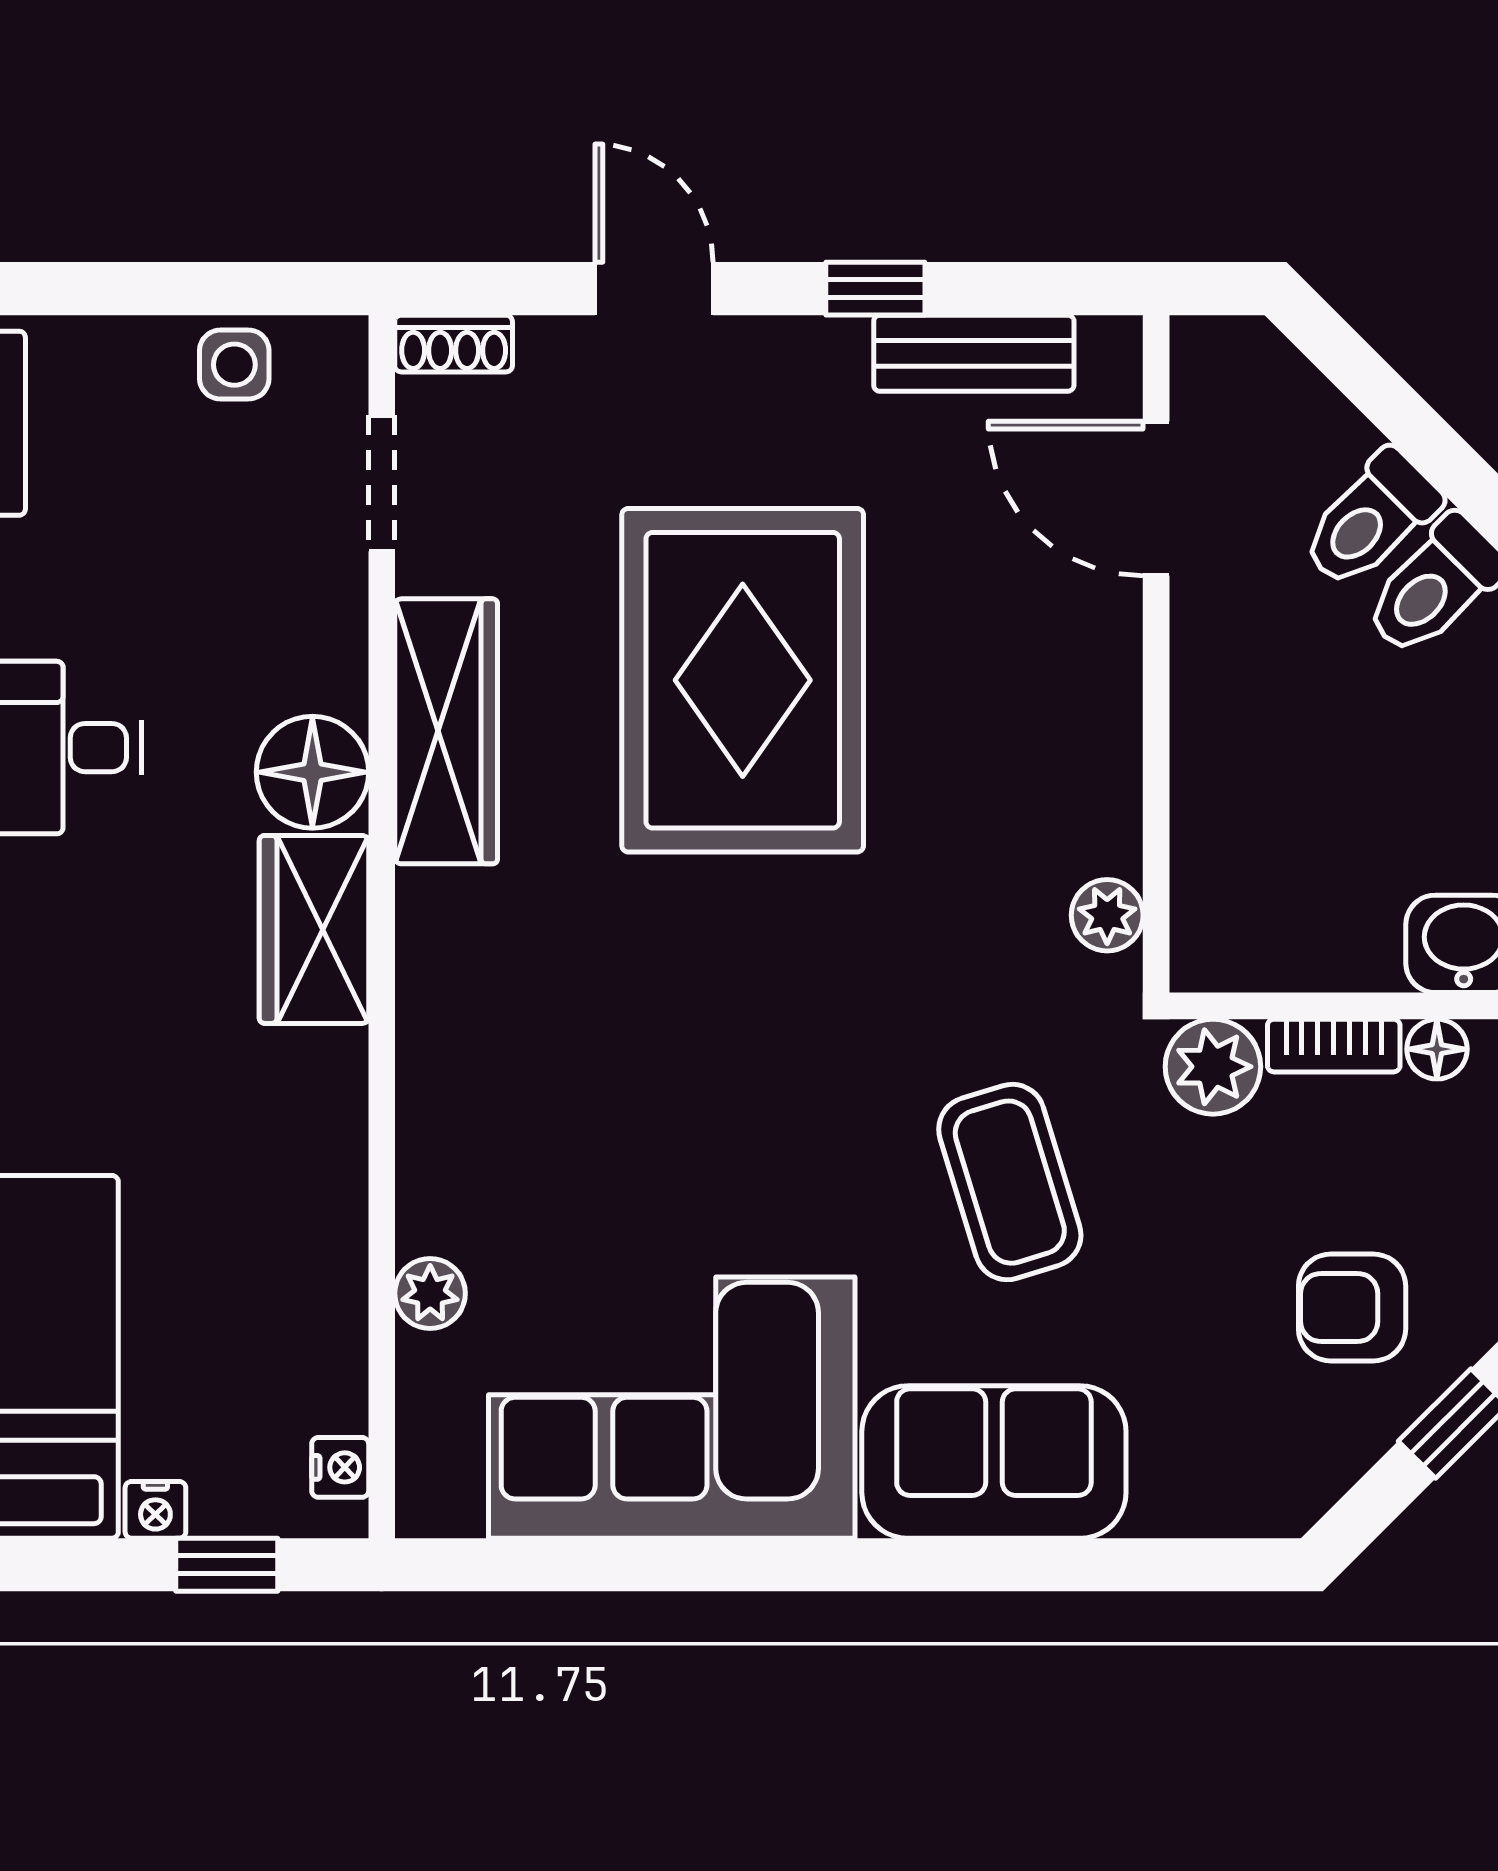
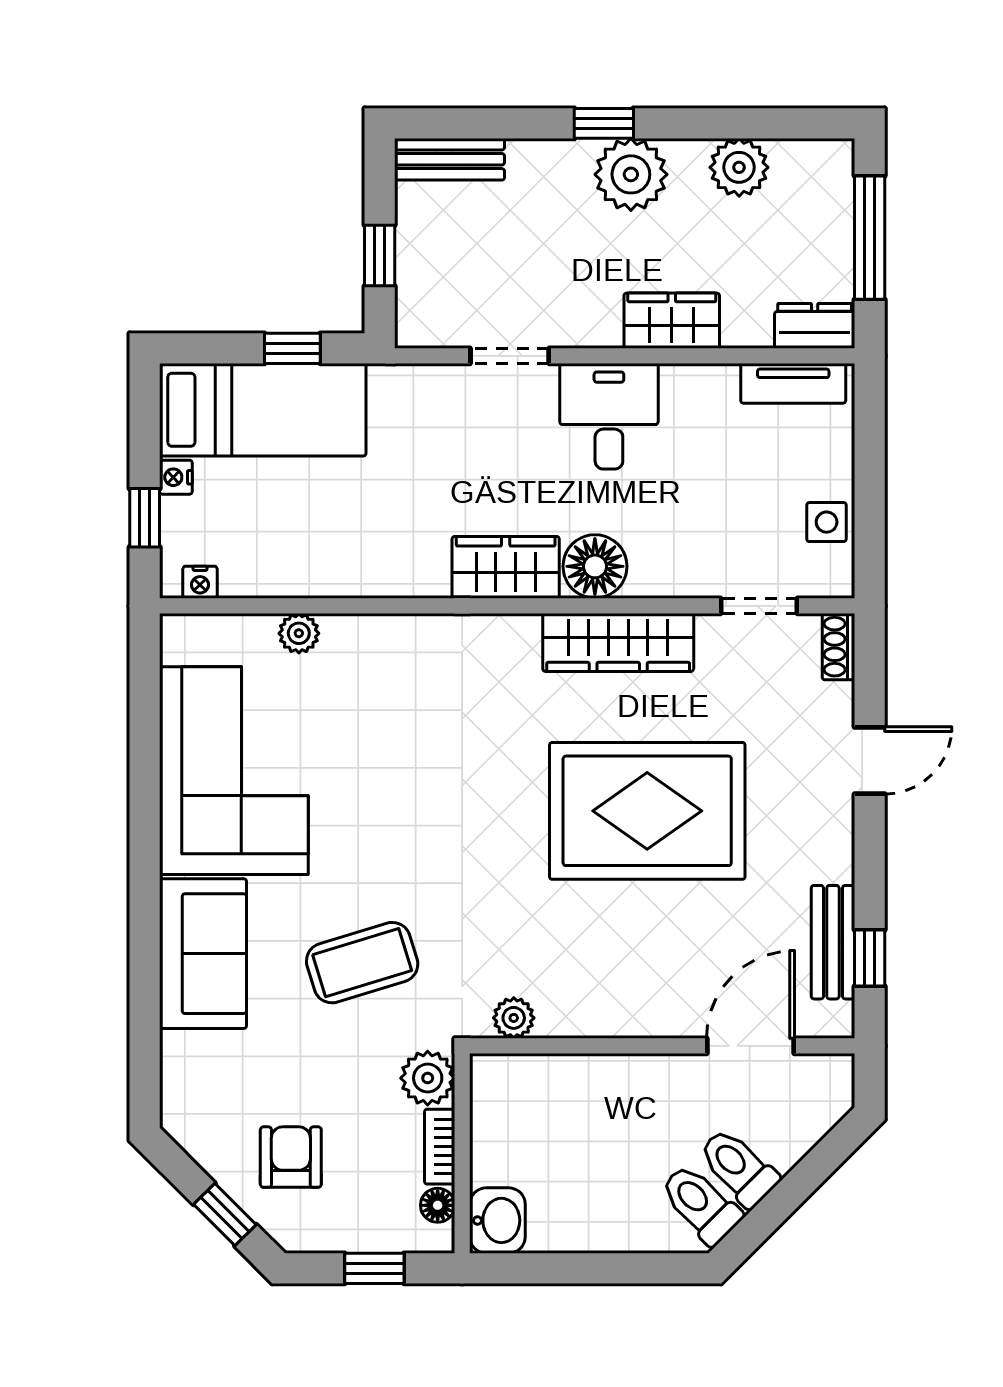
window: (875, 289) -> (870, 958), moved

